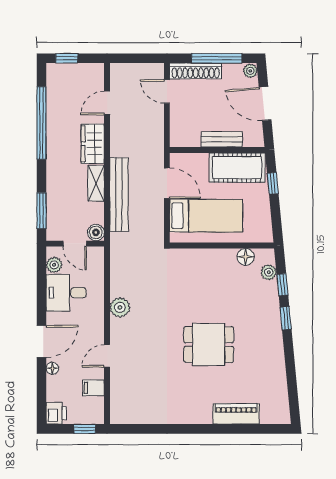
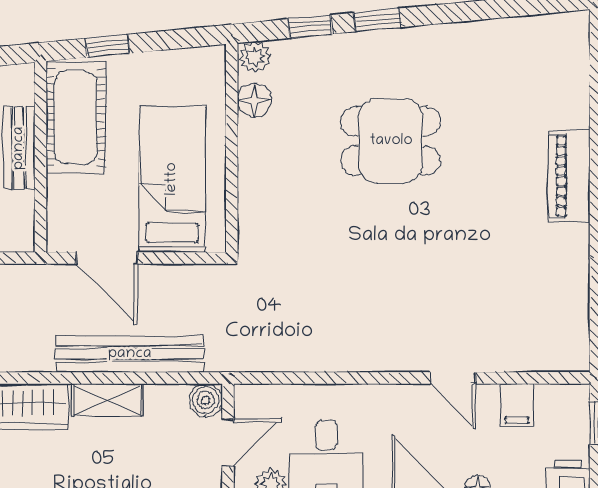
door: (167, 183) -> (107, 258), swing flipped
plant: (269, 272) -> (255, 57), moved
plant: (120, 307) -> (356, 352), removed
dining table: (209, 345) -> (391, 141), moved, turned 90
piano: (236, 414) -> (569, 176), moved

